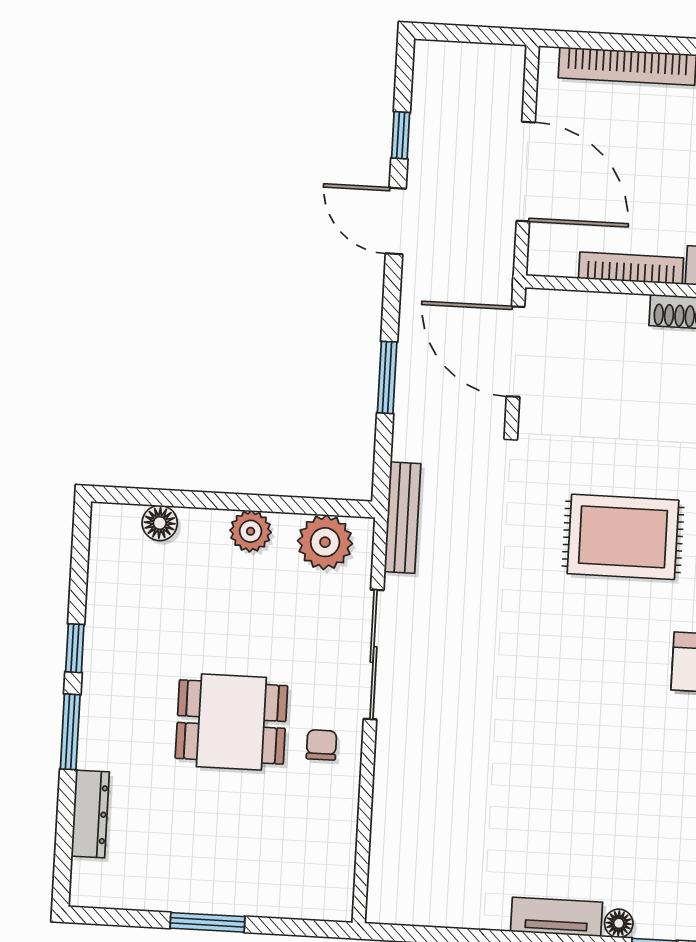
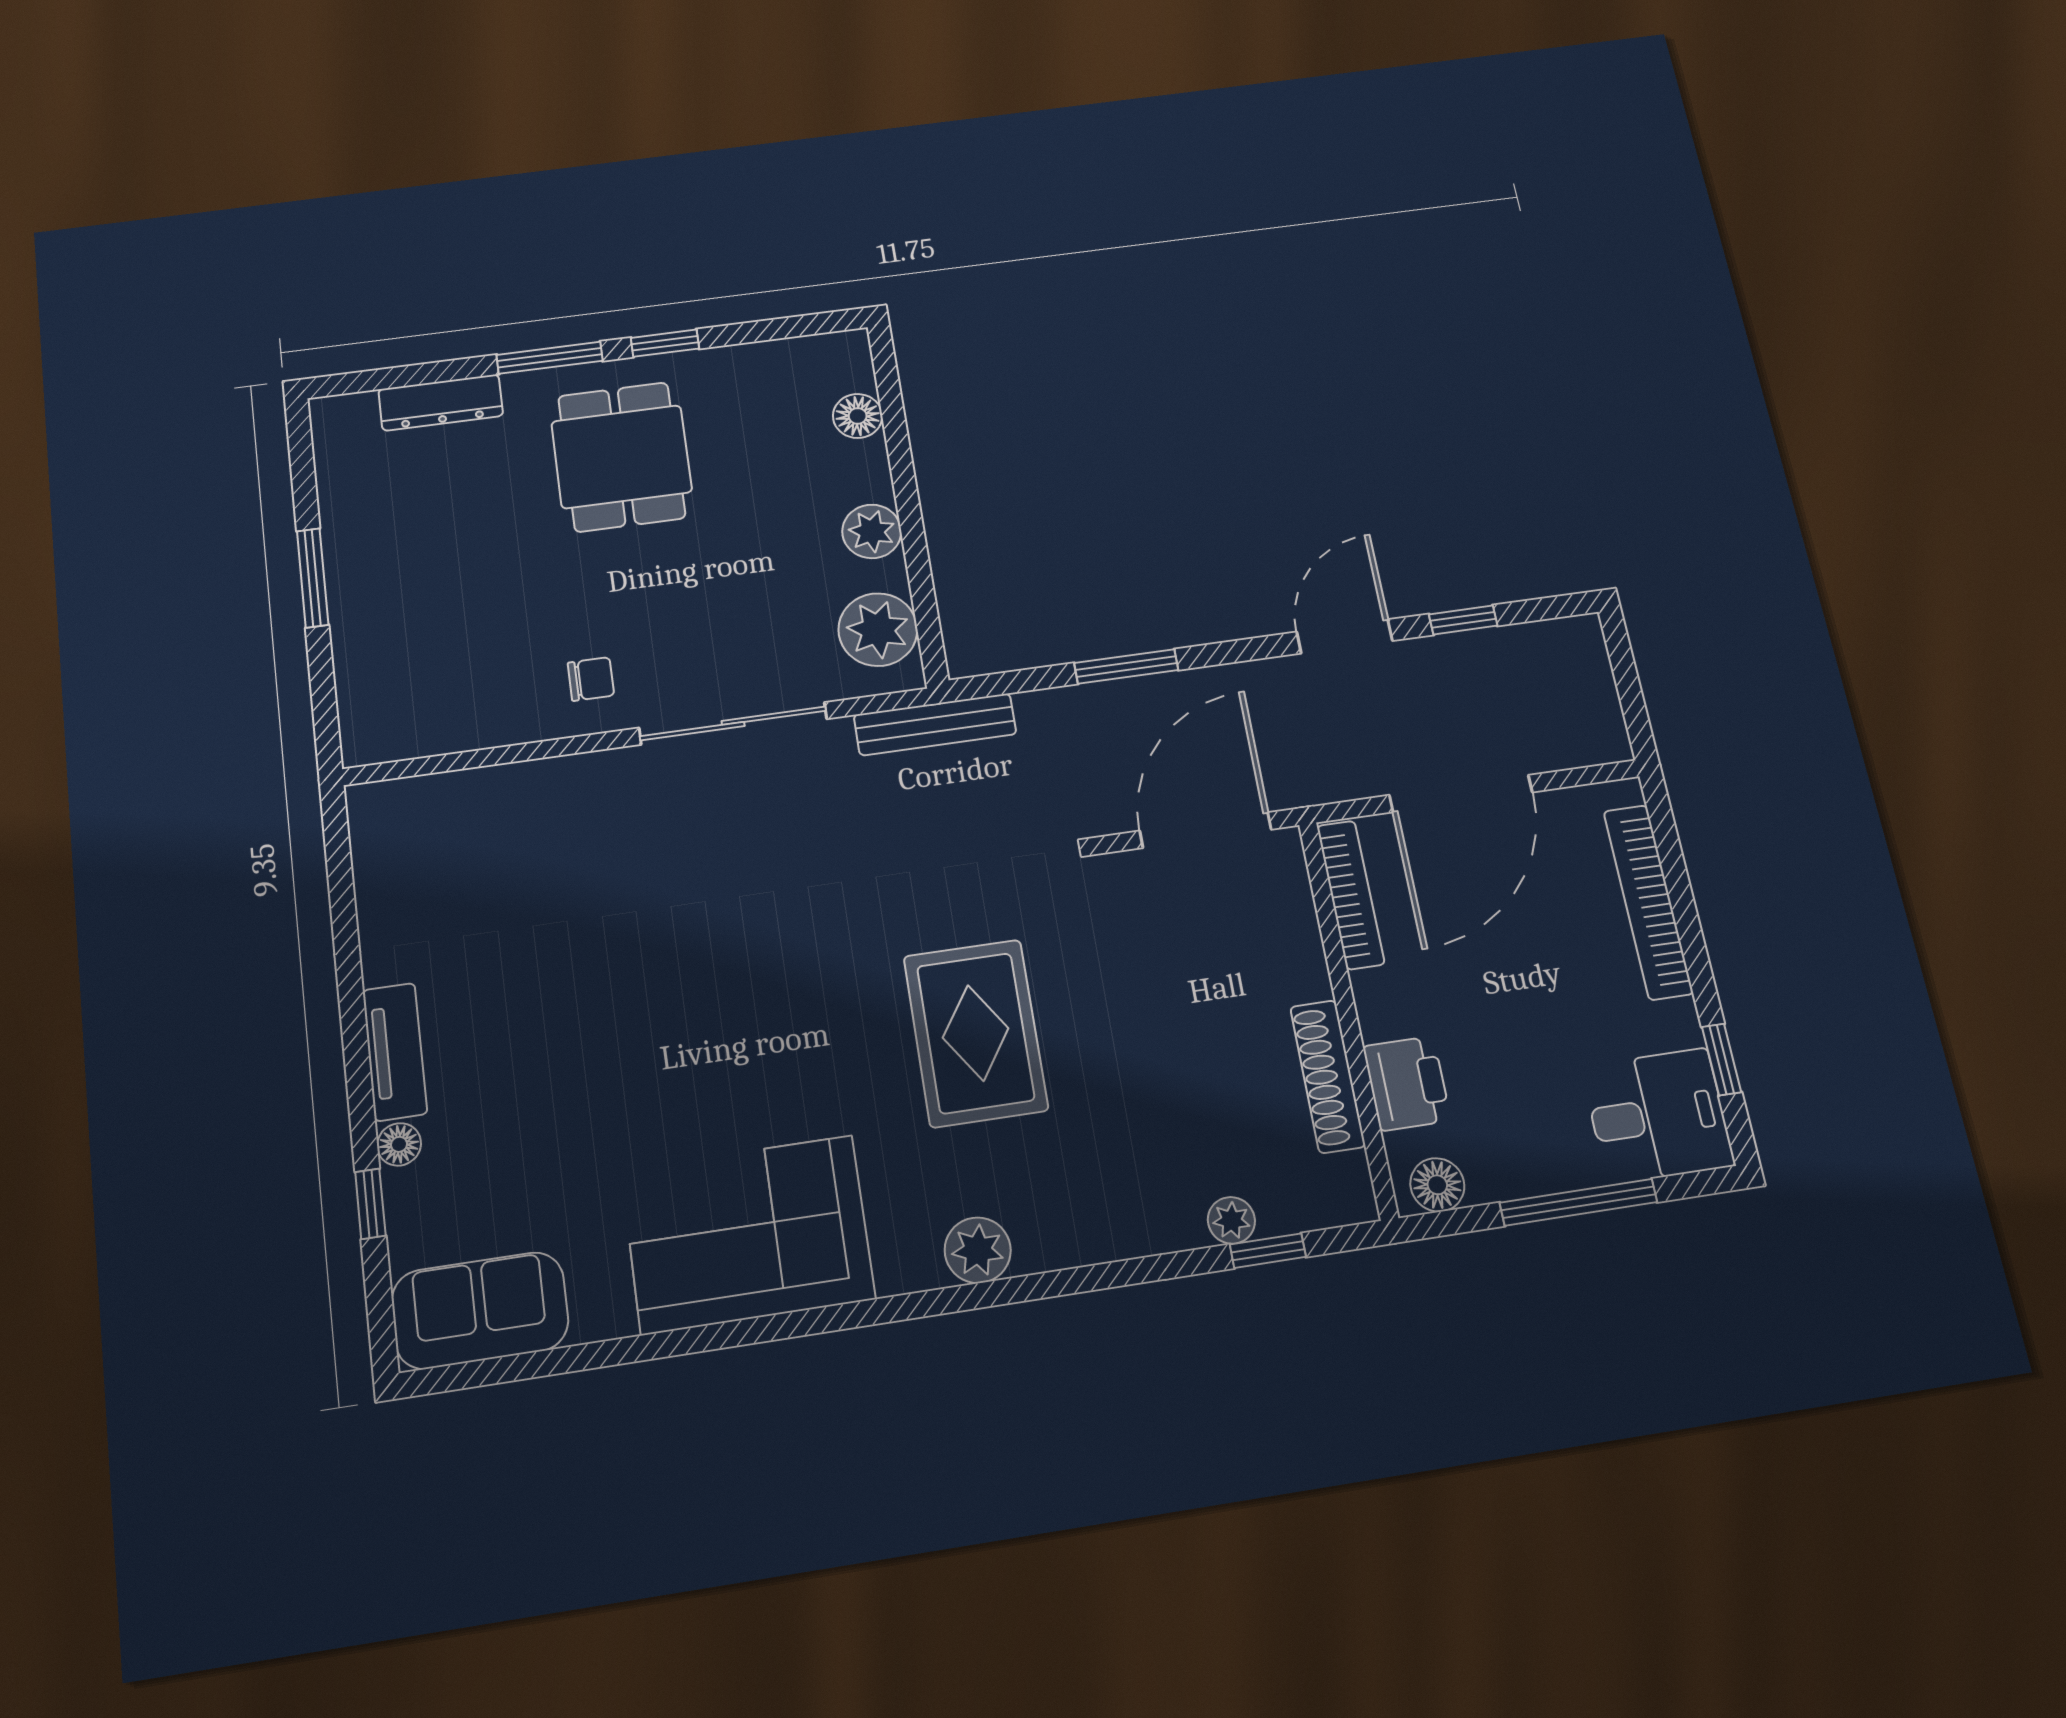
bookcase: (631, 268) -> (1351, 895), moved
dining table: (231, 722) -> (622, 457), moved

